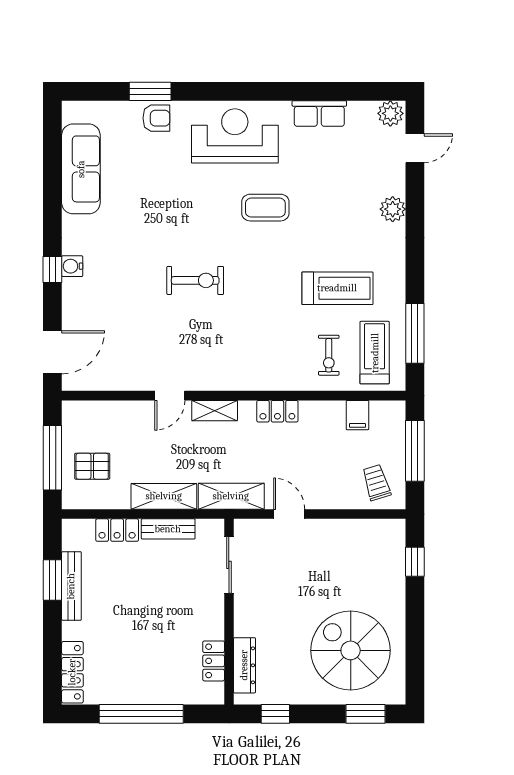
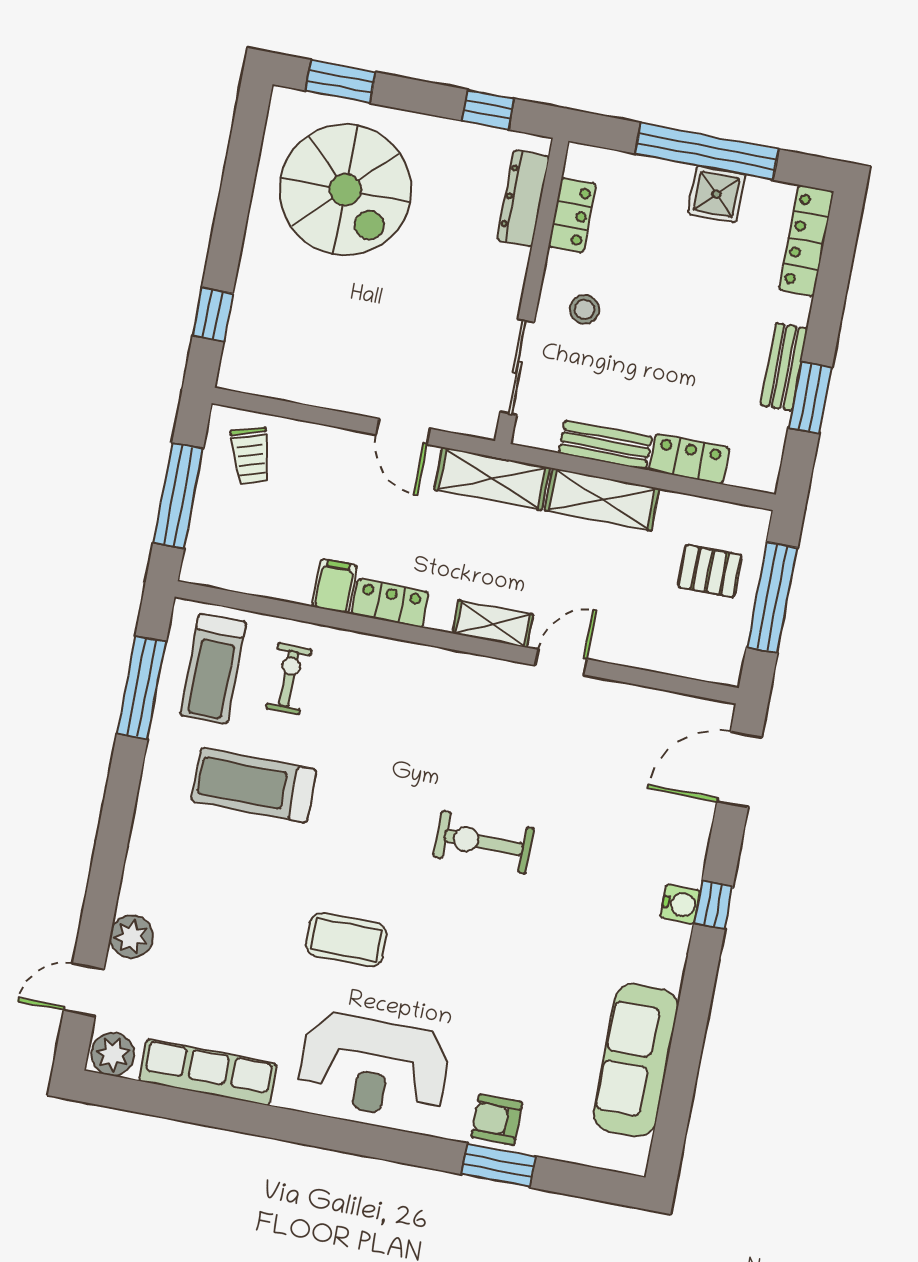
row of seats: (319, 114) -> (208, 1072), width x1.48
plant: (393, 209) -> (131, 937), moved
filing cabinet: (357, 415) -> (335, 586), moved
bench: (71, 586) -> (784, 367), width x0.73
stool: (196, 607) -> (584, 309), added
shower: (131, 690) -> (717, 194), added

